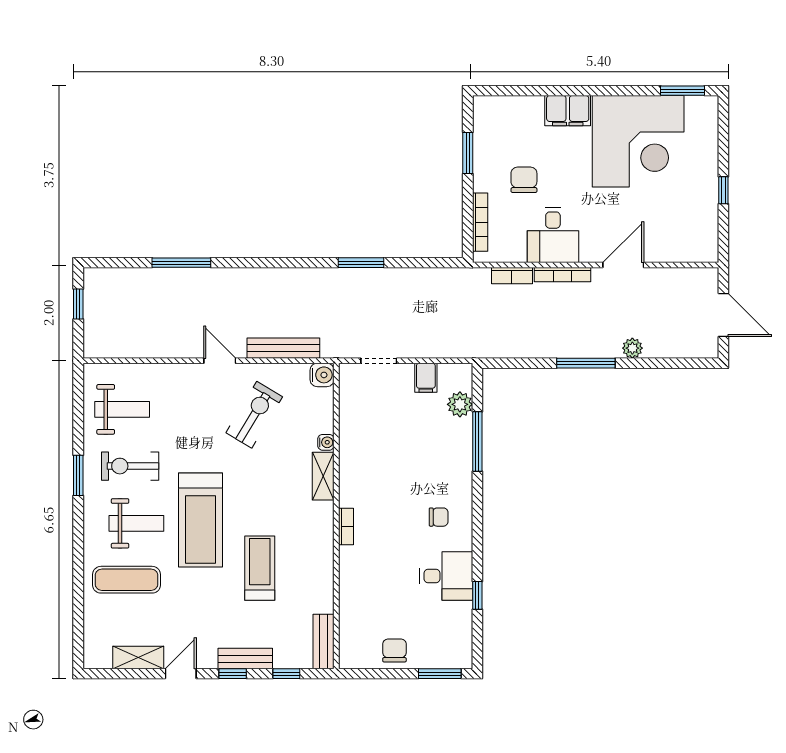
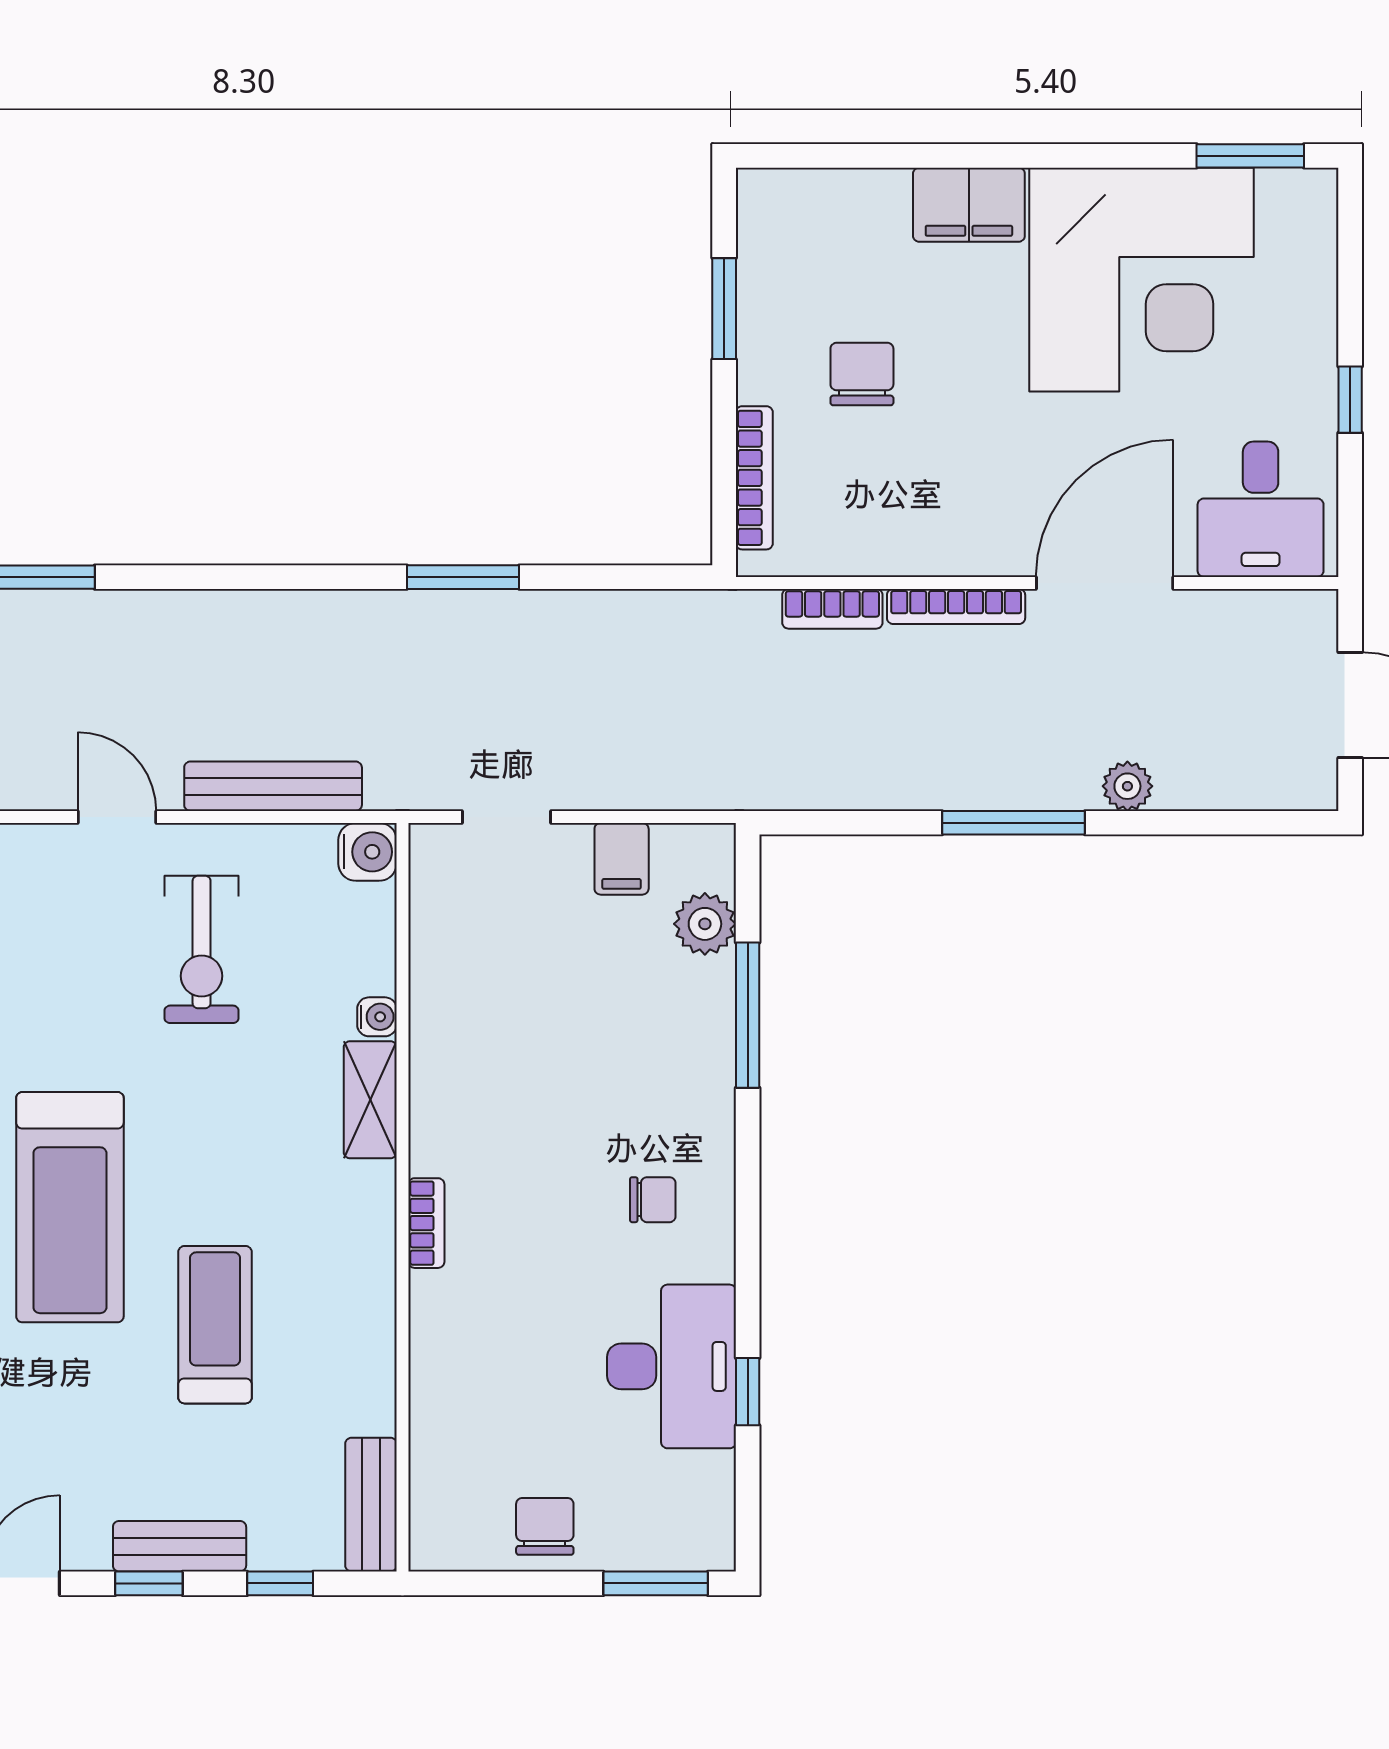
desk: (553, 235) -> (1261, 509), moved
door: (623, 265) -> (1105, 583), width x1.36
exercise bike: (254, 415) -> (202, 949), turned 149
desk: (446, 576) -> (671, 1366), width x1.37

